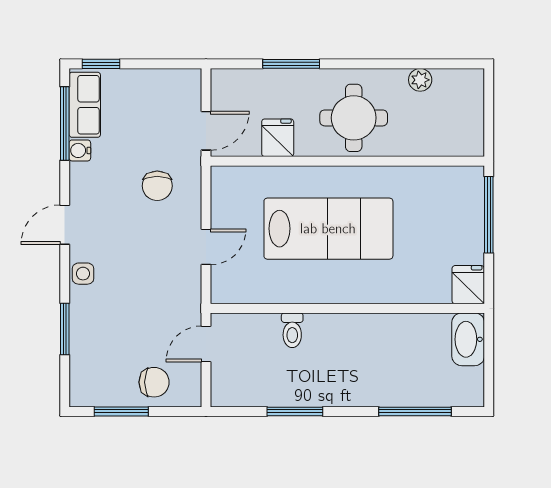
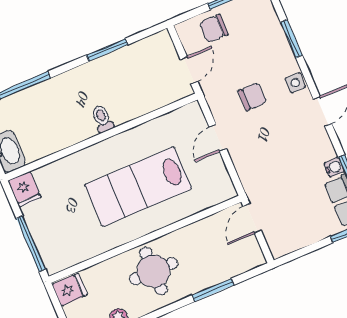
fridge: (278, 138) -> (70, 290), moved, turned -90
chair: (157, 186) -> (252, 97), moved, turned 90
toilet: (292, 330) -> (102, 119), moved

